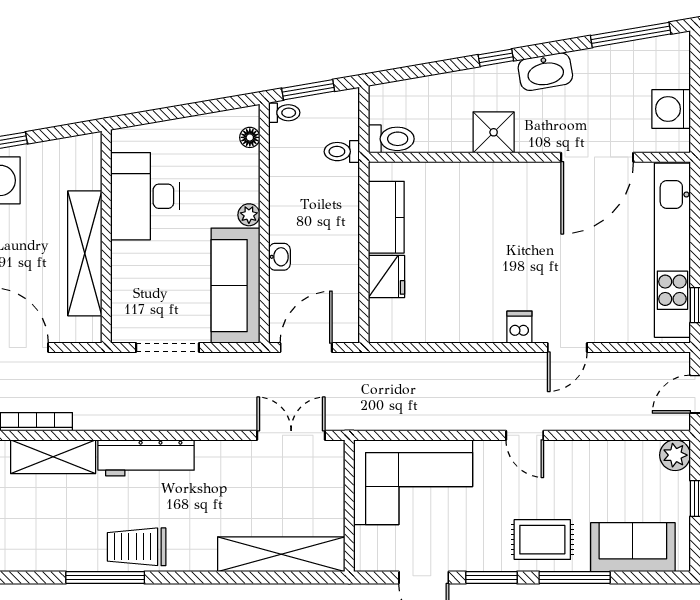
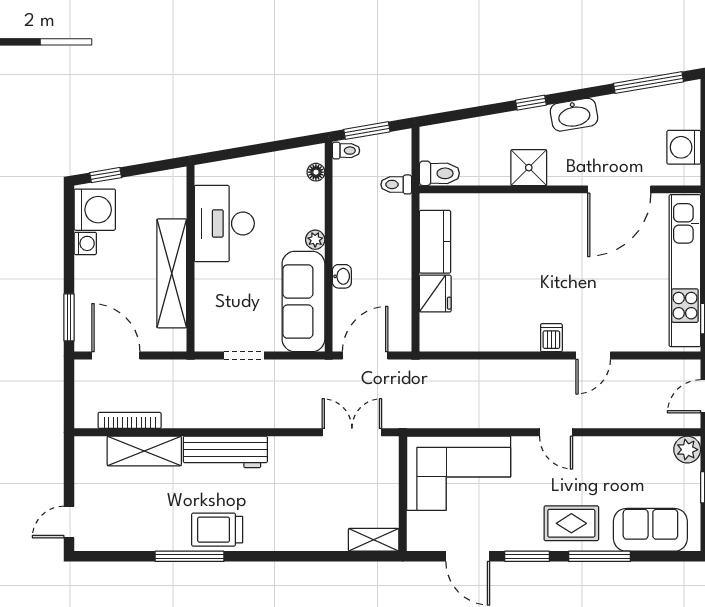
doorway: (168, 348) -> (244, 356), width x0.73
shelving: (281, 554) -> (374, 540), width x0.45, depth x0.75

